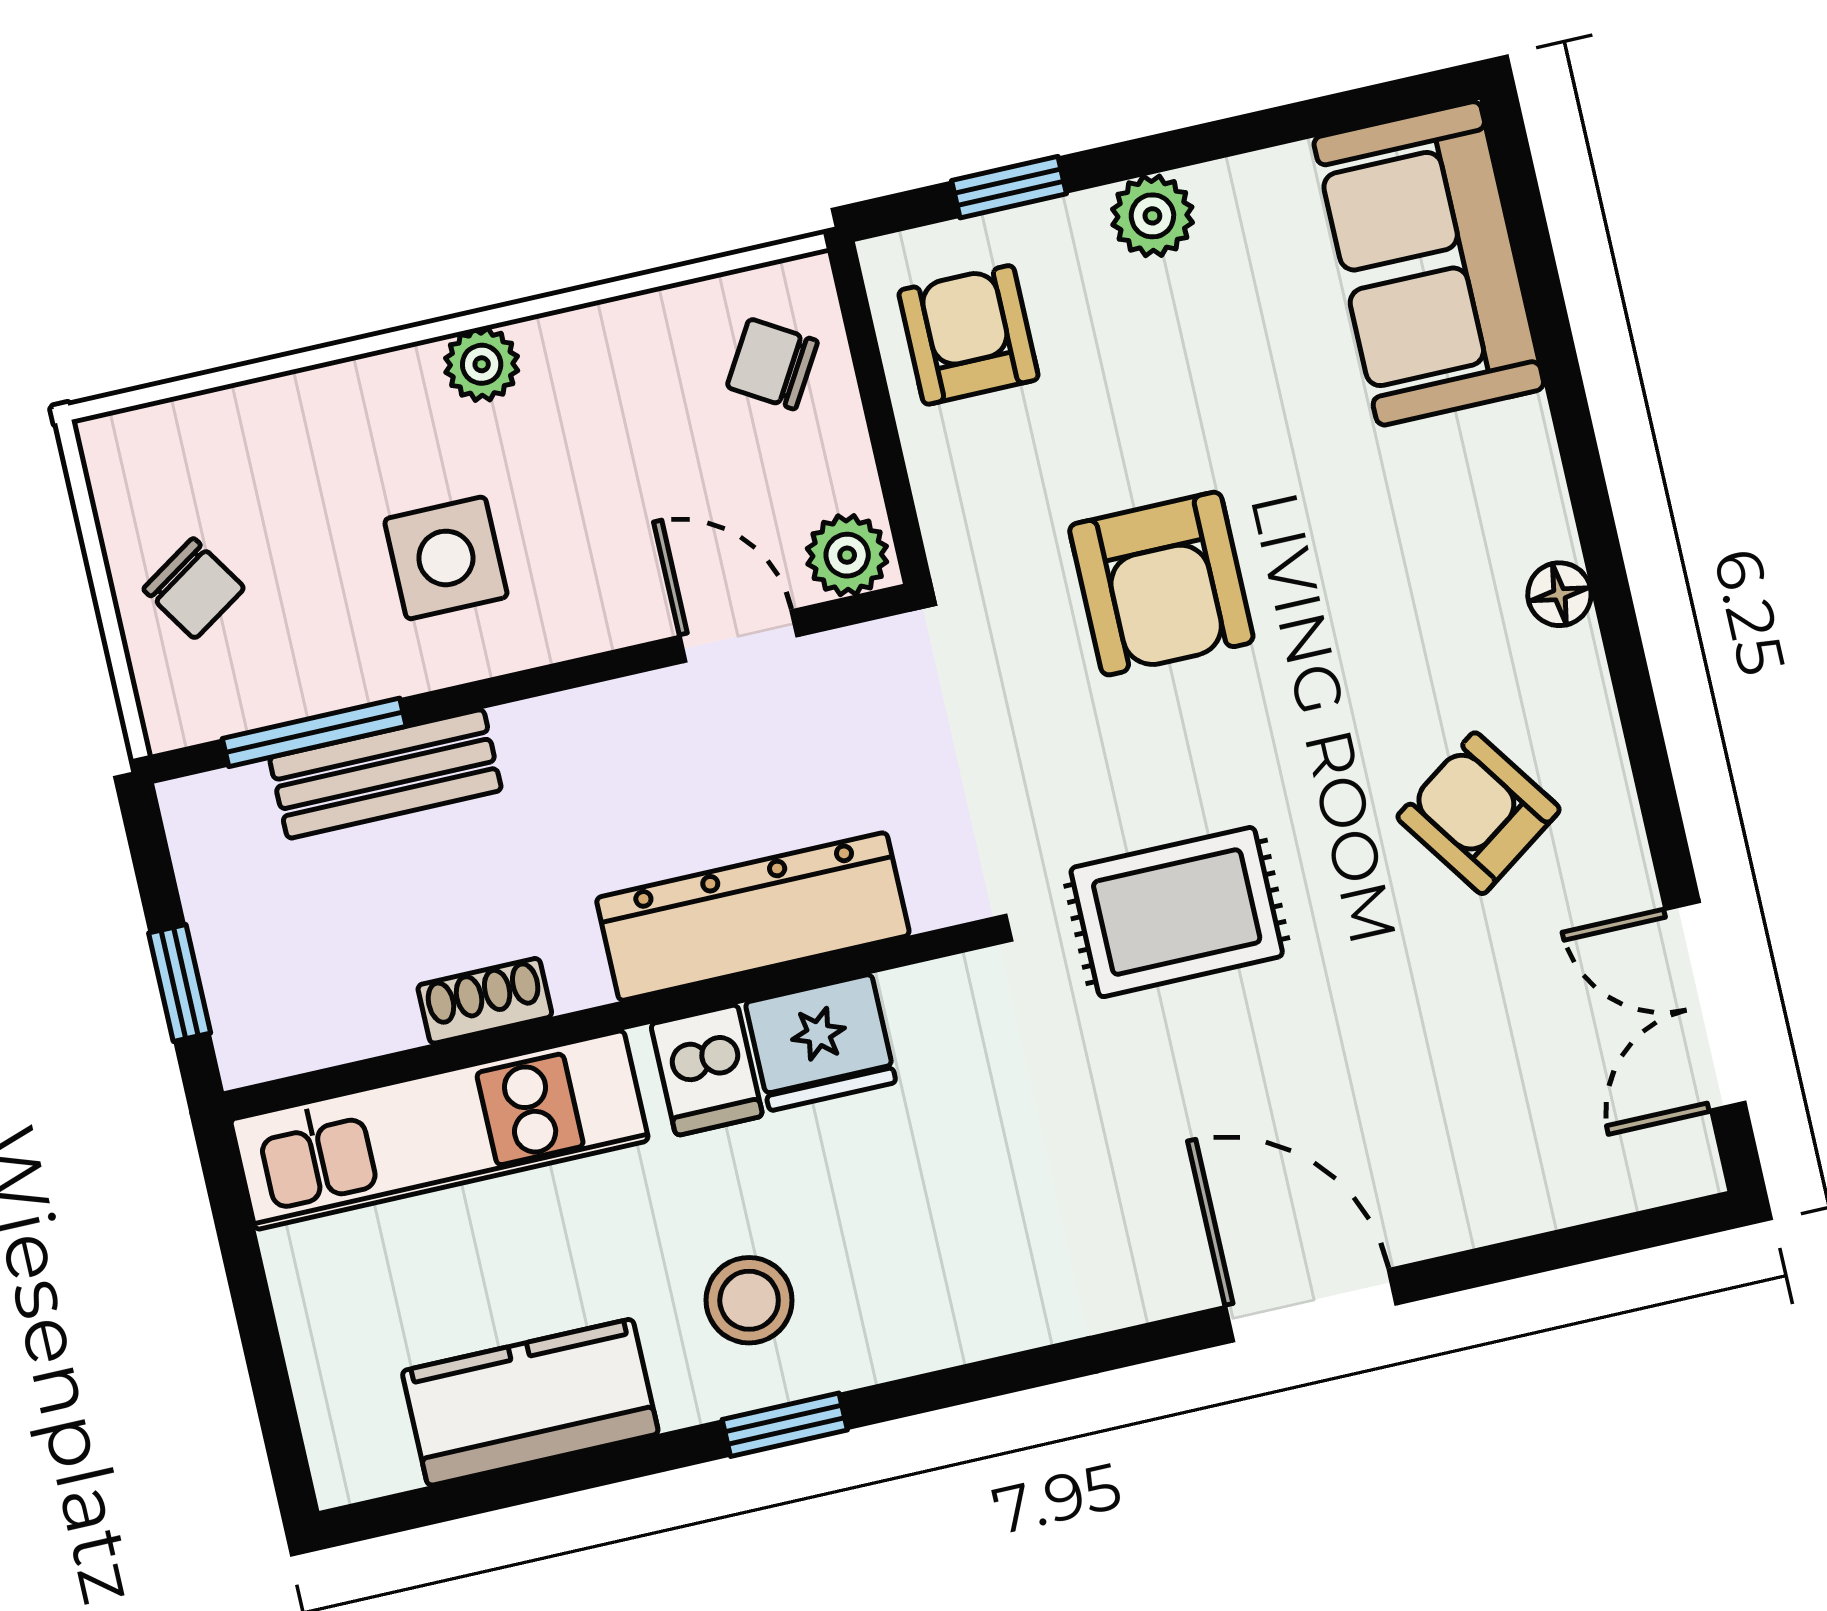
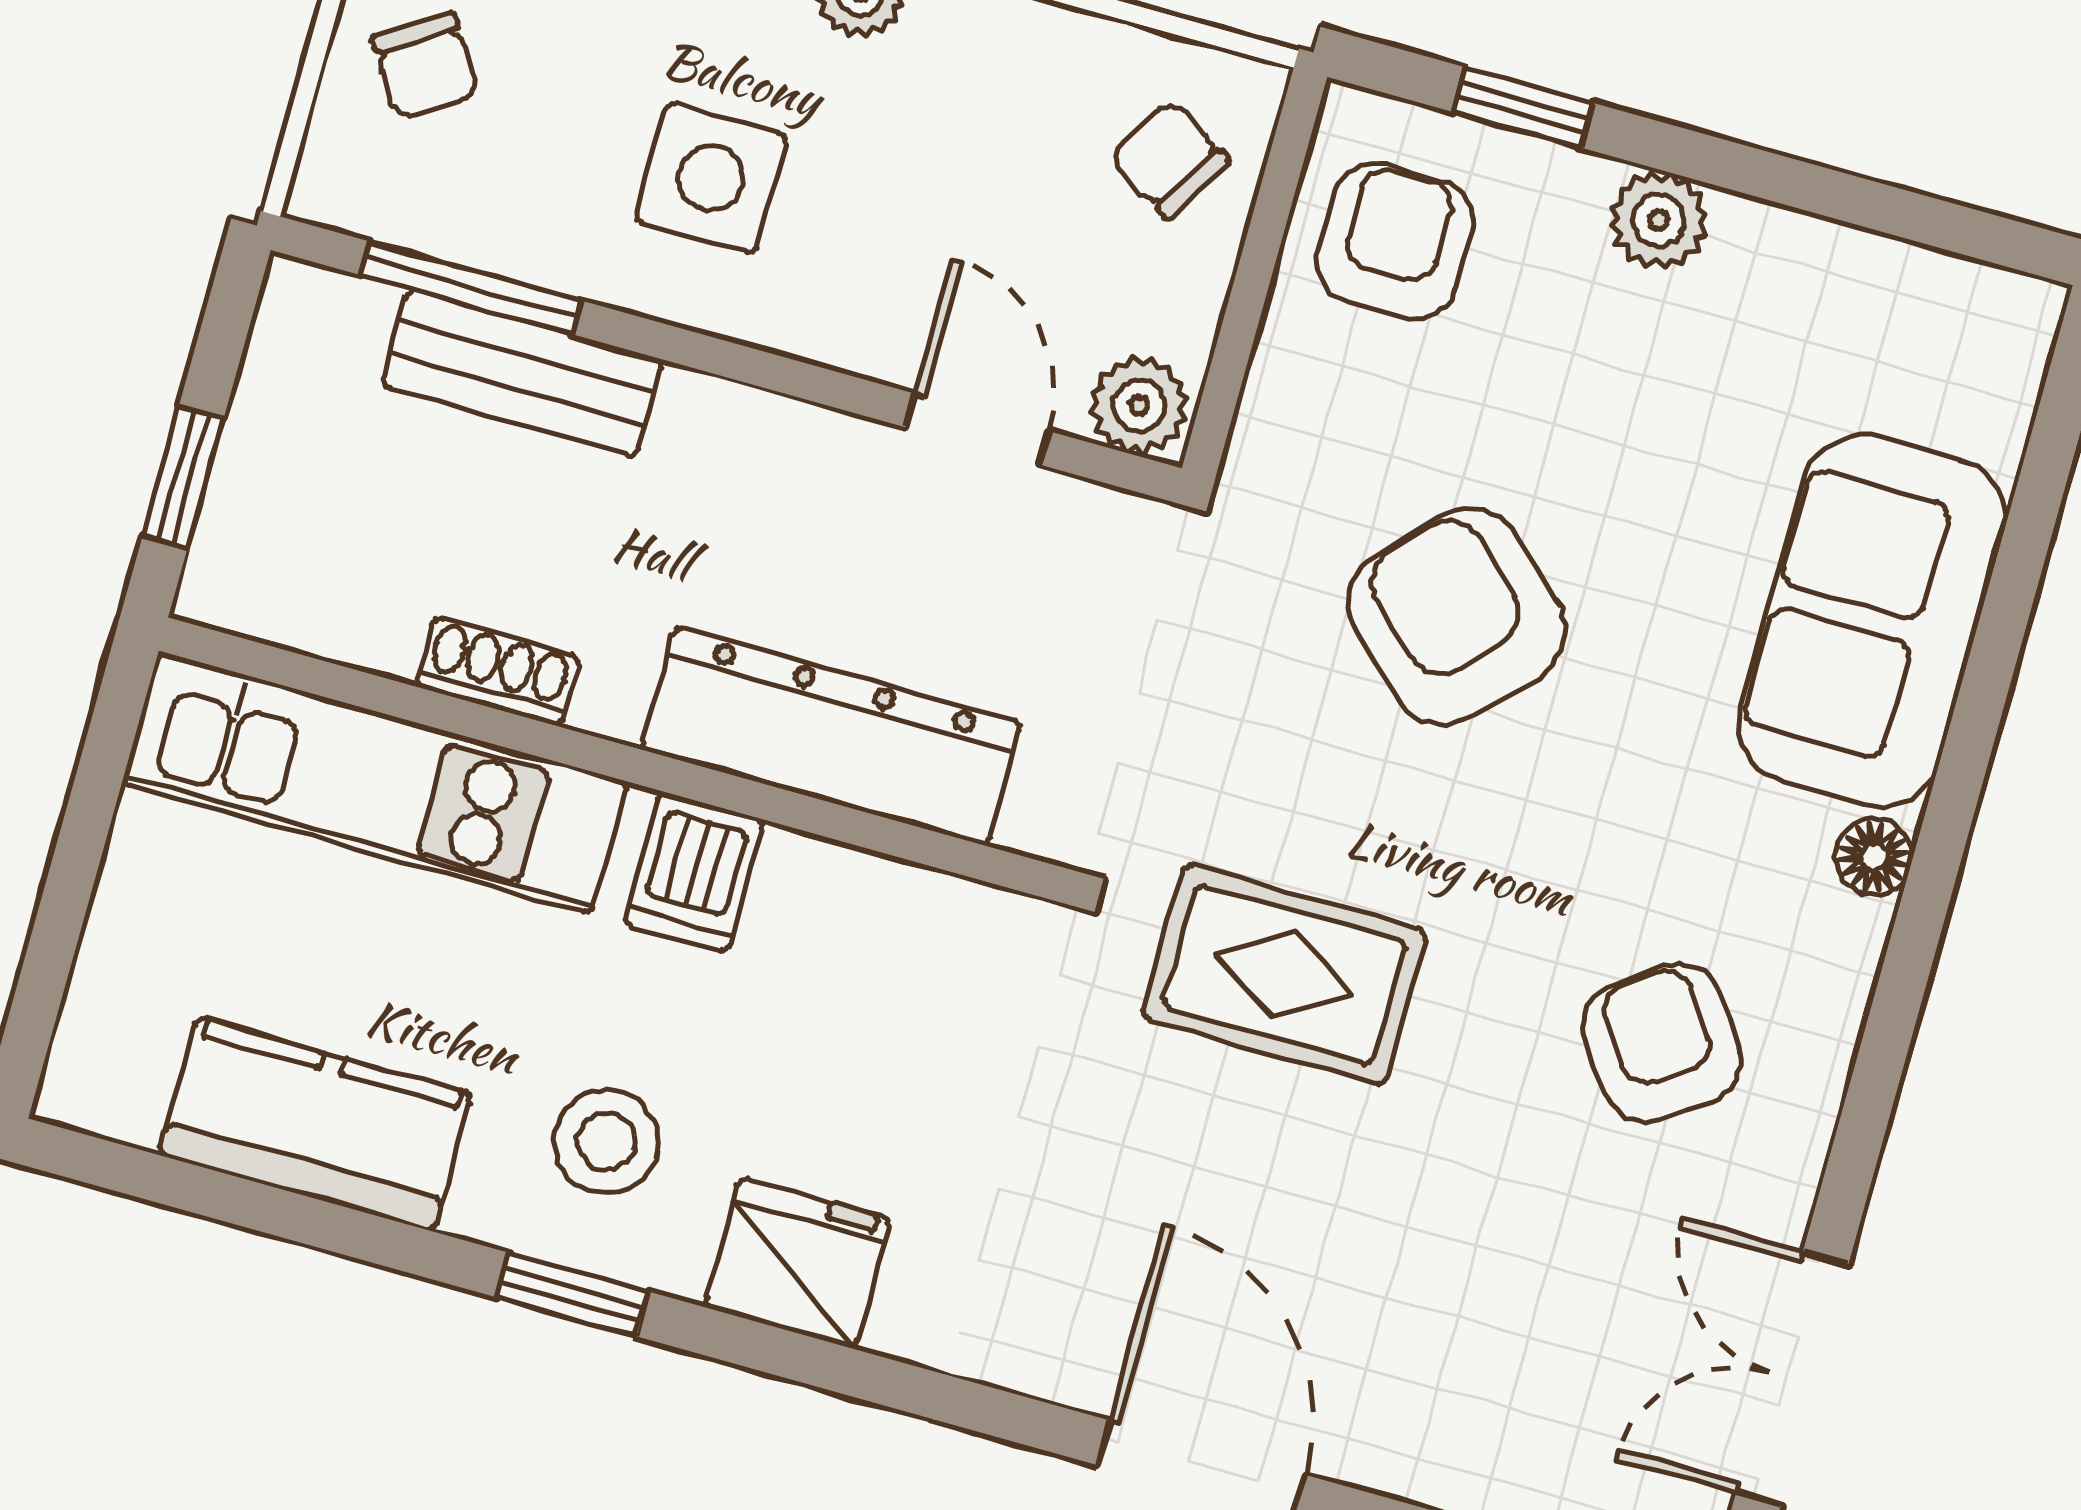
sofa: (1429, 263) -> (1872, 621), moved
armchair: (1161, 584) -> (1457, 617), turned 133
fridge: (821, 1042) -> (797, 1263), moved, turned 180

